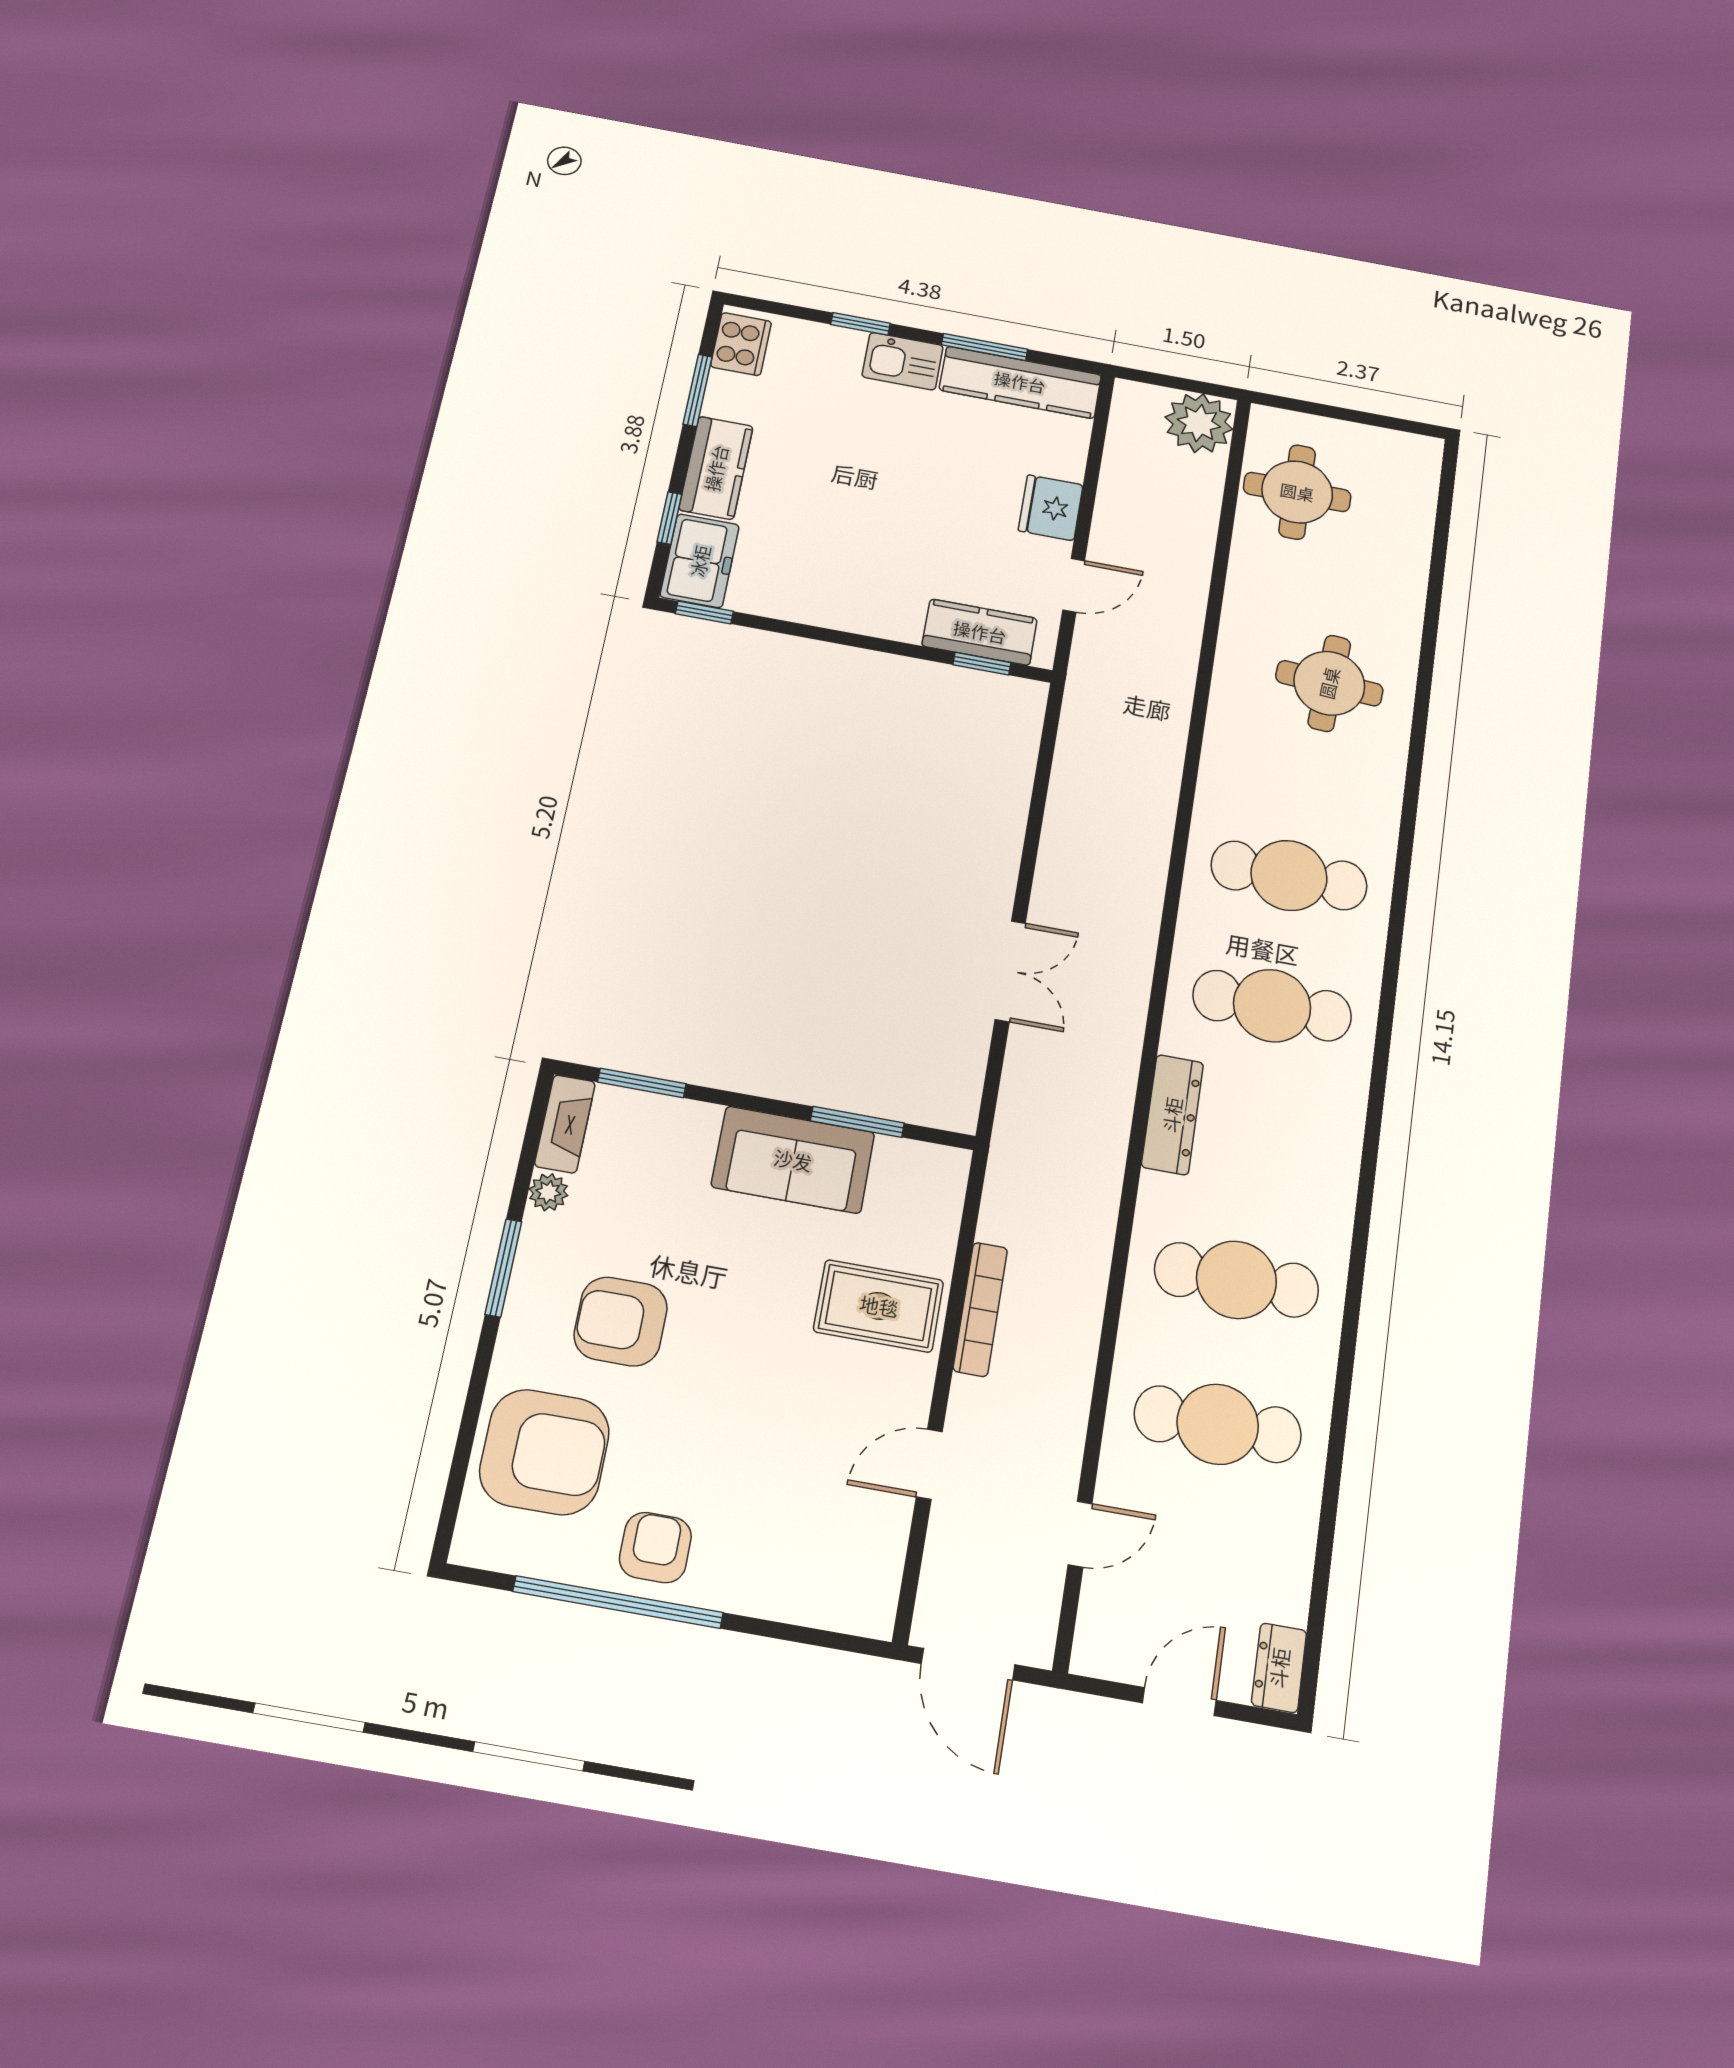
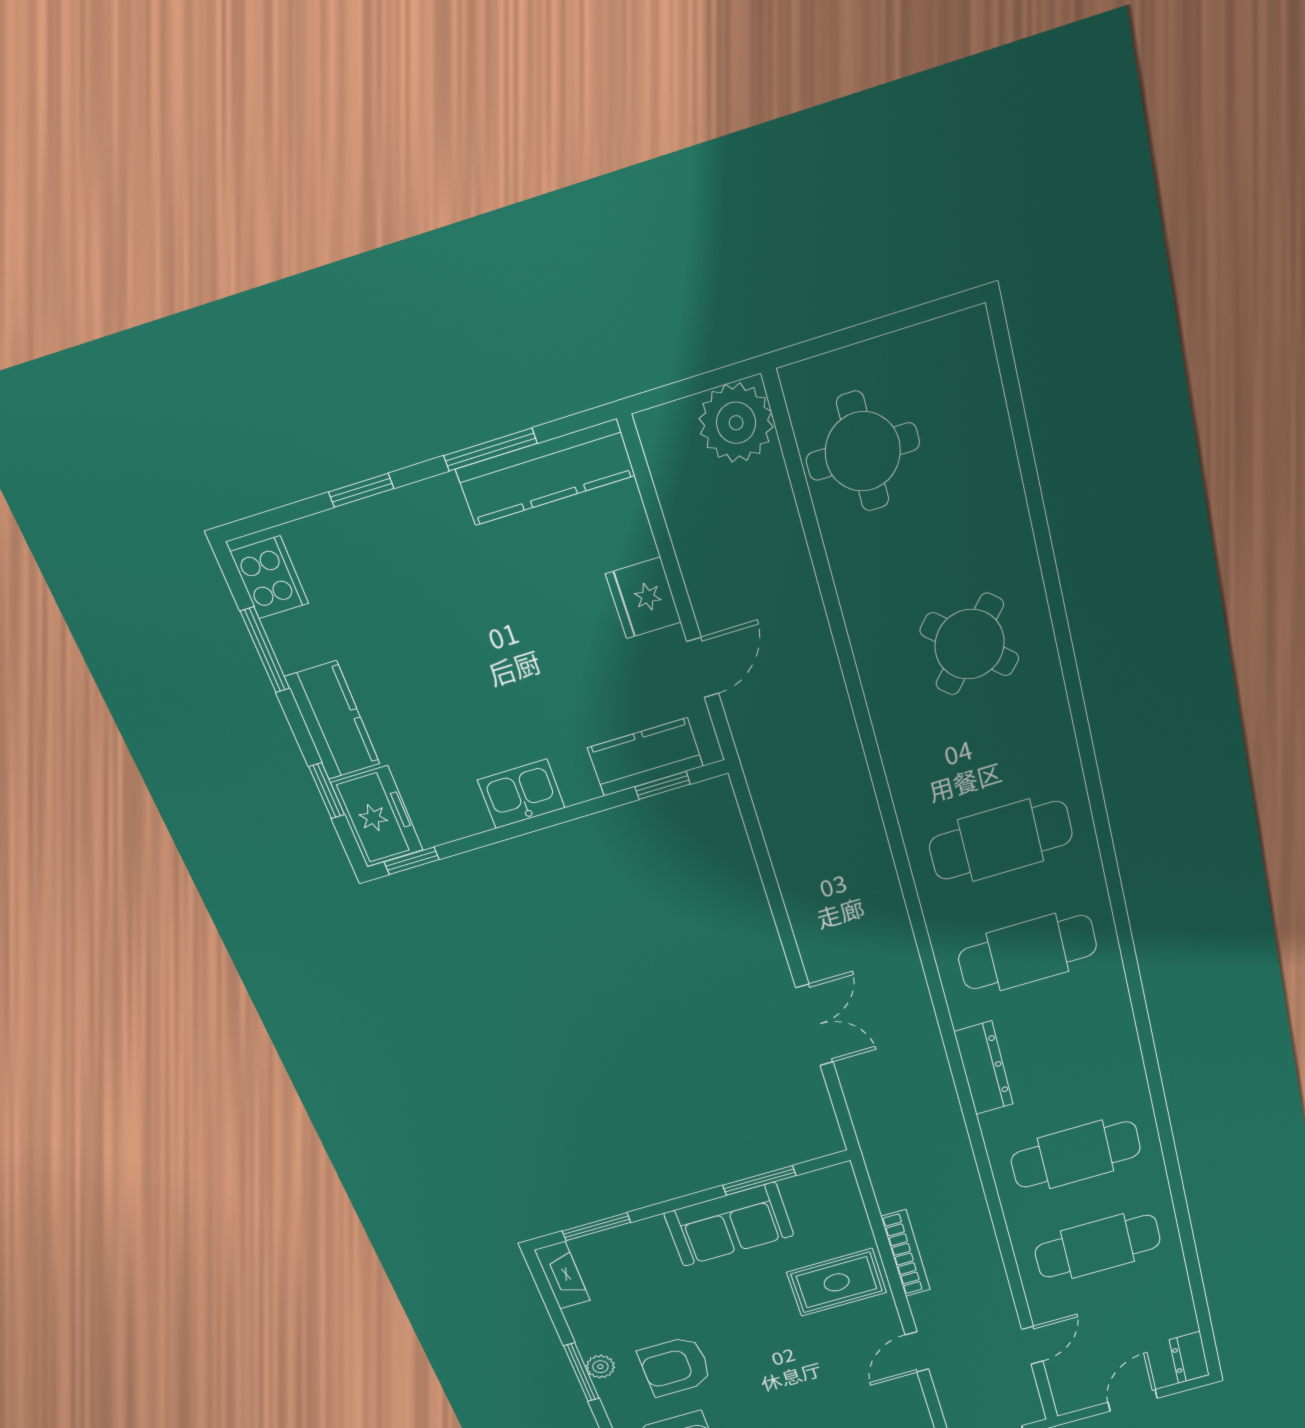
kitchen sink: (903, 361) -> (521, 794), moved, turned 180
round table: (1329, 683) -> (970, 644), turned 38
plant: (548, 1192) -> (600, 1367), moved

